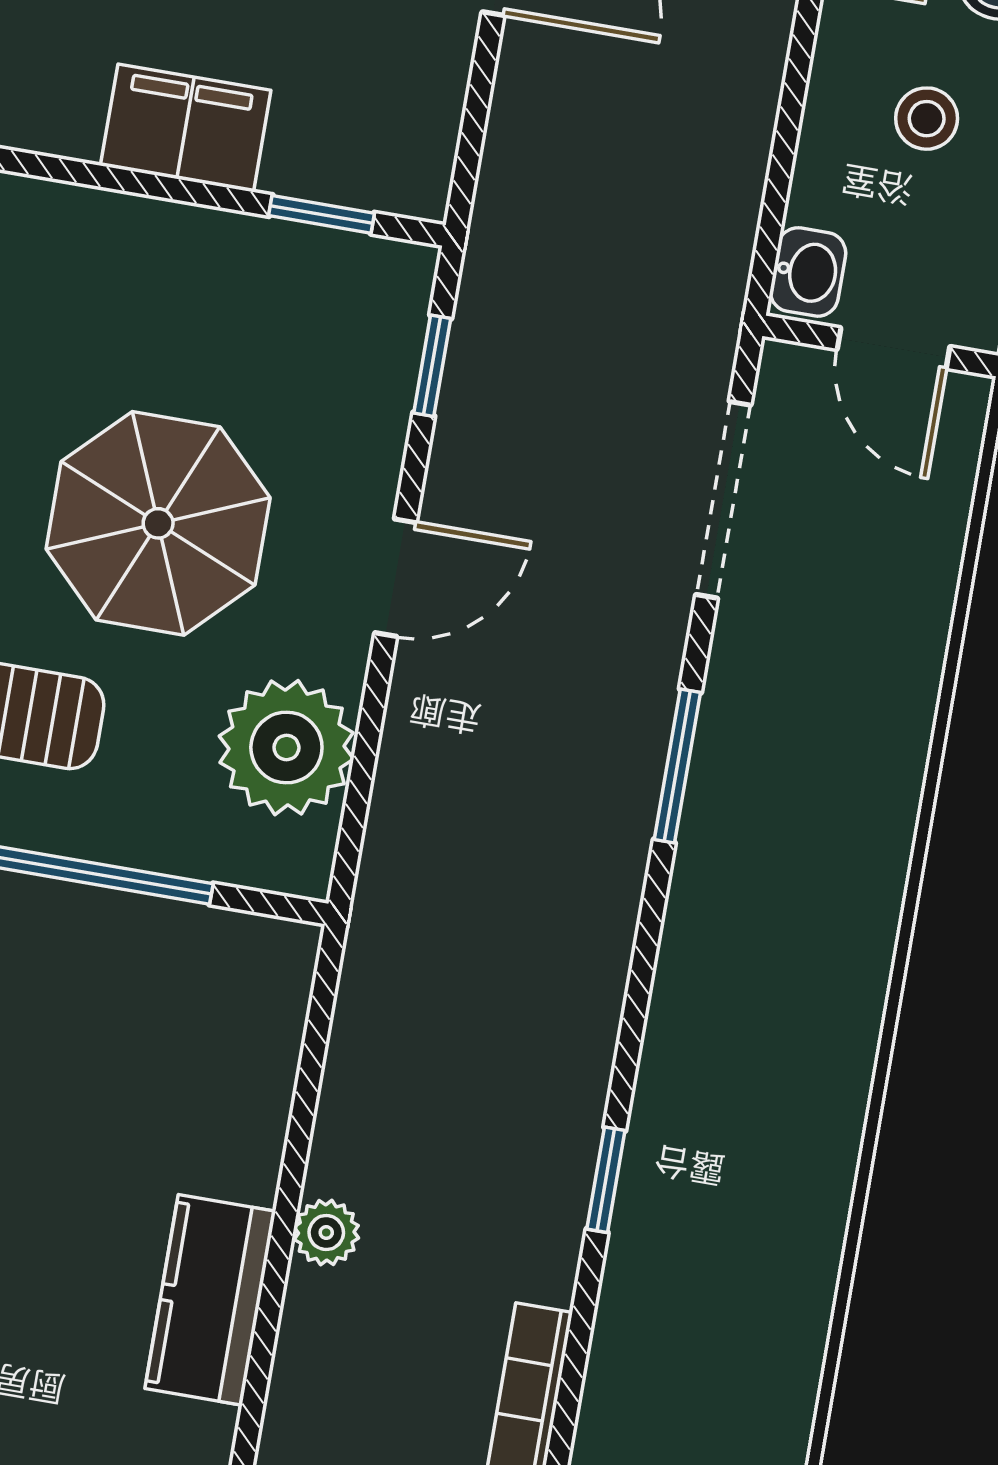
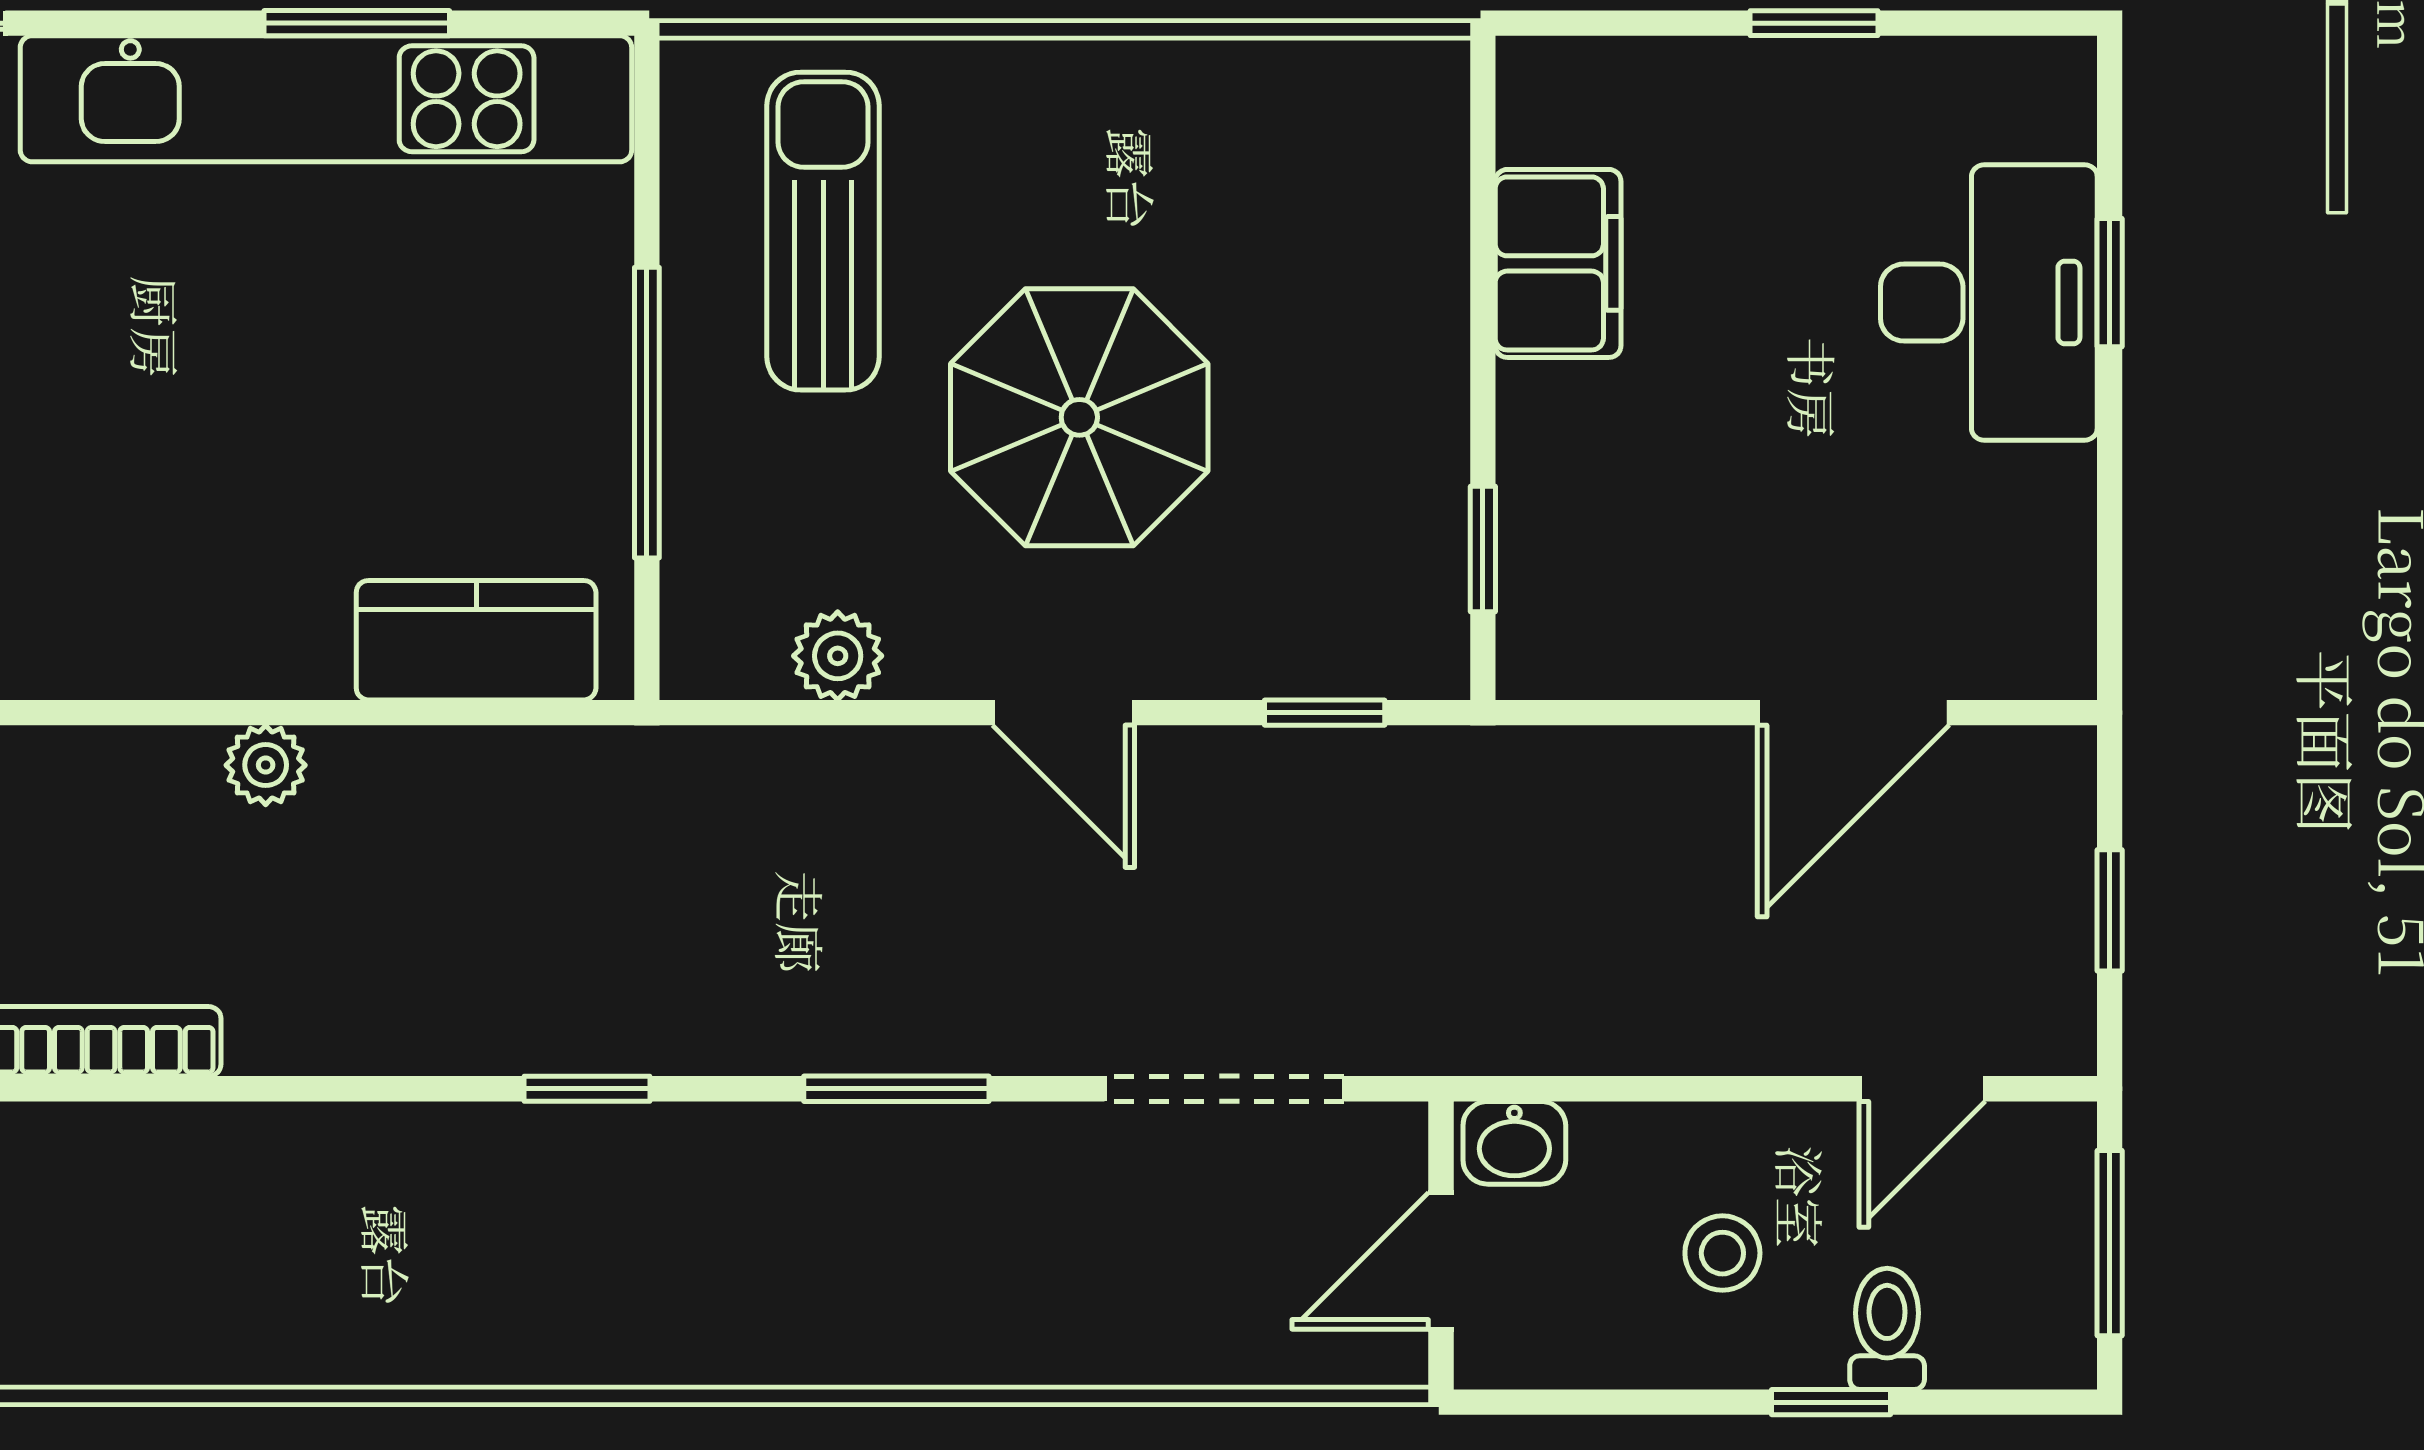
filing cabinet: (186, 128) -> (1558, 263), moved
plant: (286, 748) -> (838, 656), width x0.53, depth x0.53
window: (606, 1180) -> (587, 1089), moved
kitchen counter: (210, 1300) -> (476, 640), moved

